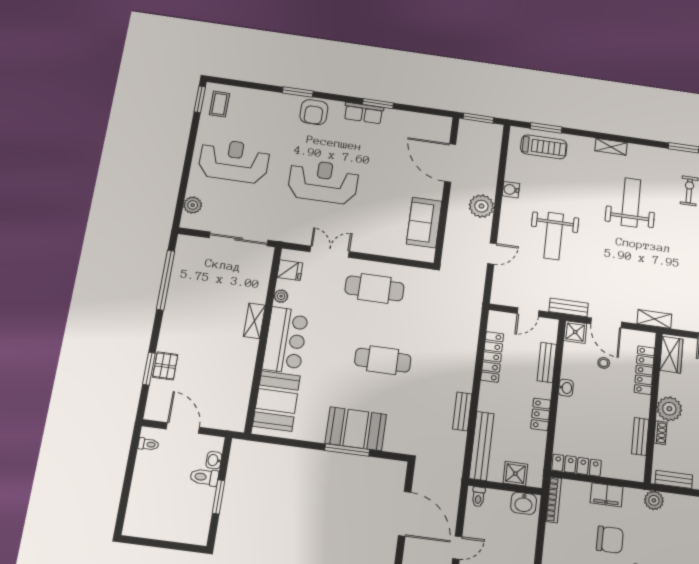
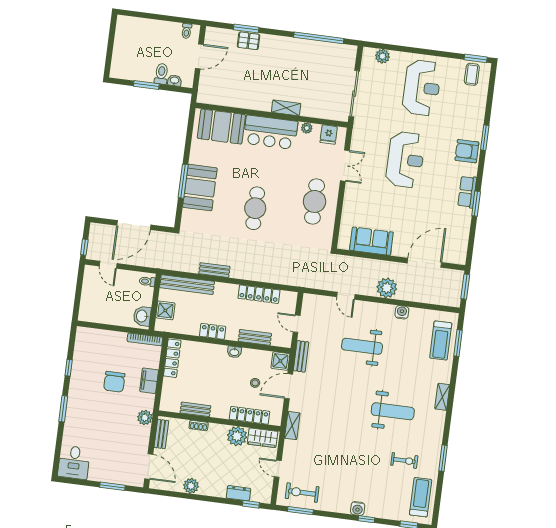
coffee table: (219, 104) -> (472, 74), turned 90
plant: (669, 409) -> (237, 436), moved

